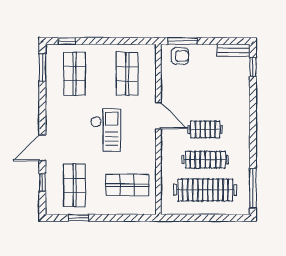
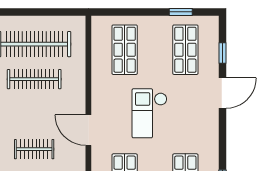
clothes rail: (205, 129) -> (34, 149), moved
shop shelf: (127, 185) -> (125, 50), turned 90

